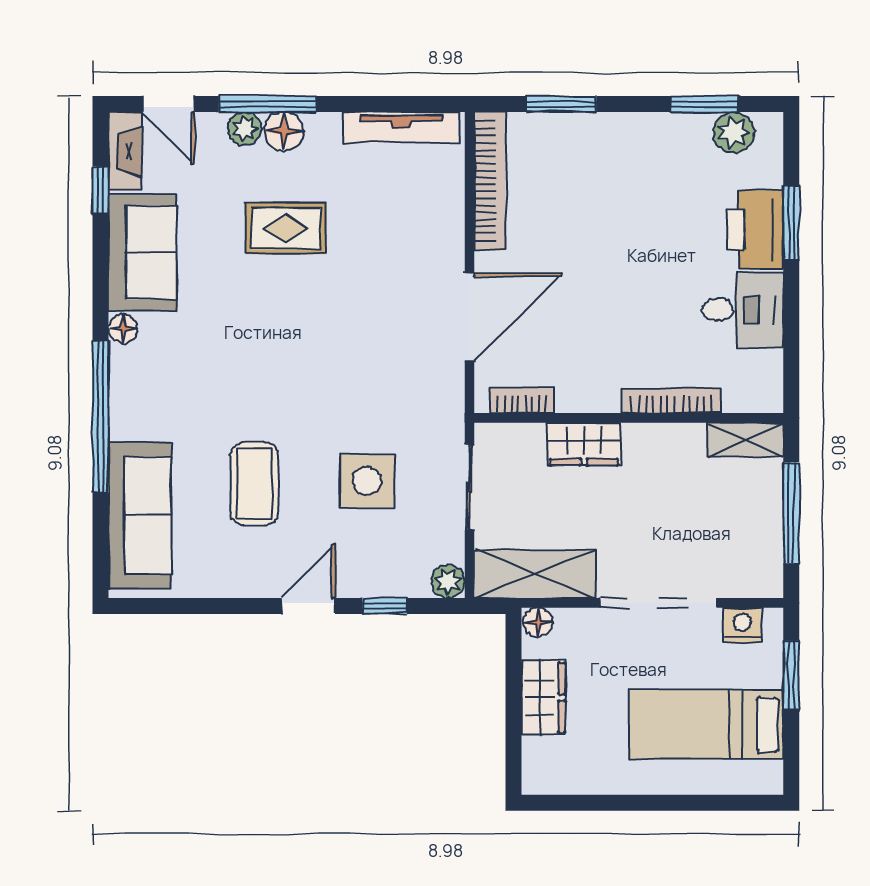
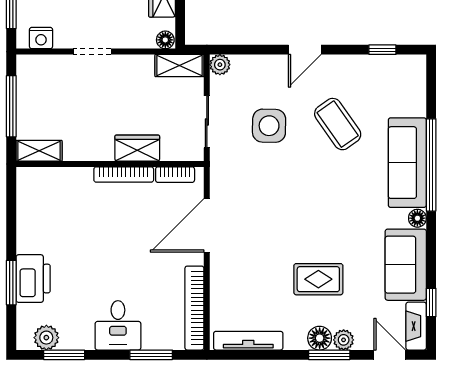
window: (268, 104) -> (329, 355), width x0.69
desk: (743, 309) -> (118, 325), moved, turned -90
bookcase: (672, 401) -> (124, 175), moved
coffee table: (254, 484) -> (338, 124), turned -35
sofa: (140, 515) -> (407, 163), moved
shelving: (535, 574) -> (179, 66), width x0.67, depth x0.75
doorway: (658, 603) -> (92, 52), width x0.53
window: (385, 606) -> (382, 50), moved

